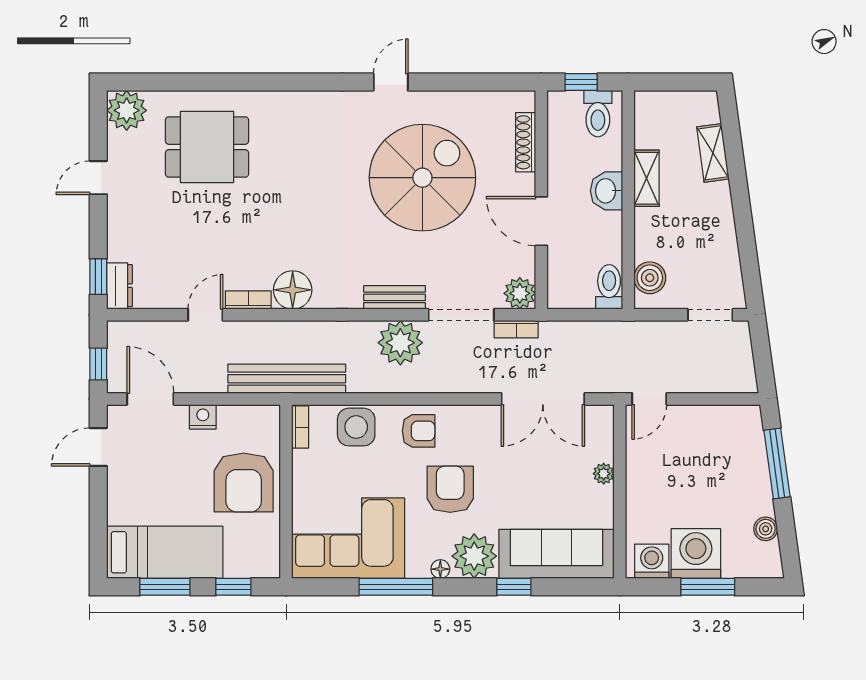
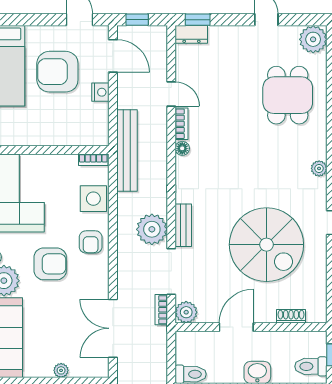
plant: (313, 102) -> (319, 168), added
shoe rack: (526, 142) -> (291, 316), width x0.70
floor lamp: (293, 290) -> (182, 148), width x0.53, depth x0.53
door: (150, 399) -> (113, 56), hinge flipped
armchair: (244, 482) -> (57, 72), moved

